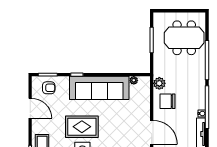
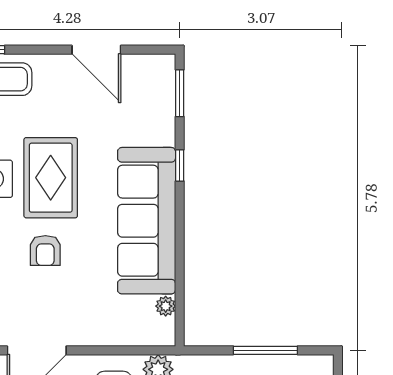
armchair: (49, 88) -> (45, 250), moved
door: (30, 108) -> (96, 50), hinge flipped

